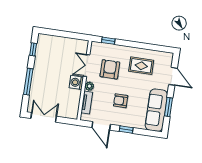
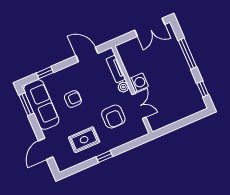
window: (108, 41) -> (104, 157), moved
door: (173, 76) -> (46, 149), hinge flipped
armchair: (121, 101) -> (73, 99), moved
window: (168, 107) -> (26, 104), moved
window: (126, 130) -> (45, 73), moved

